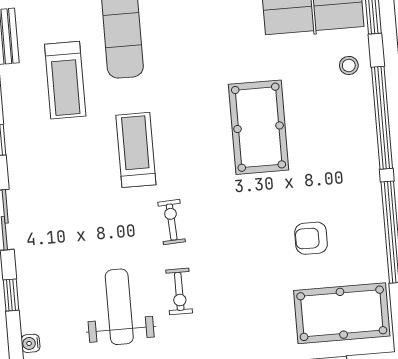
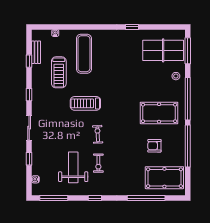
pool table: (259, 127) -> (159, 113), moved, turned 90
treadmill: (136, 150) -> (85, 103), turned -90

